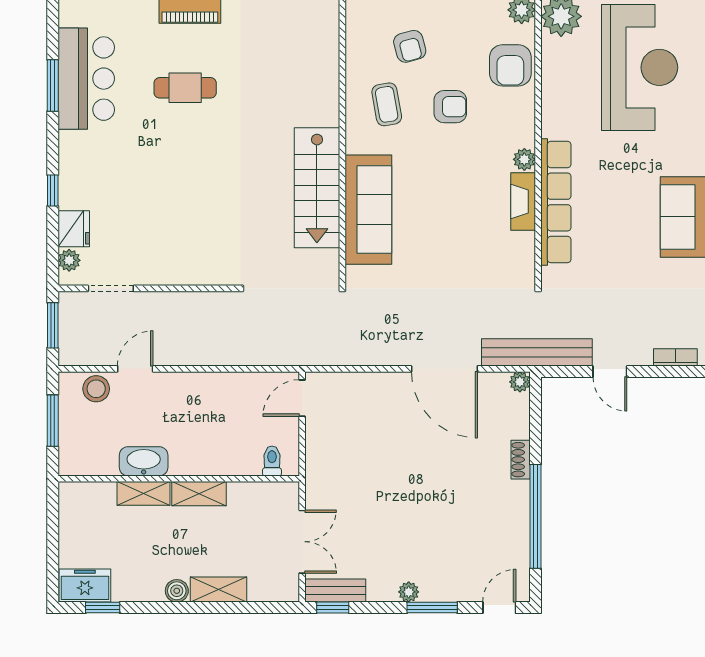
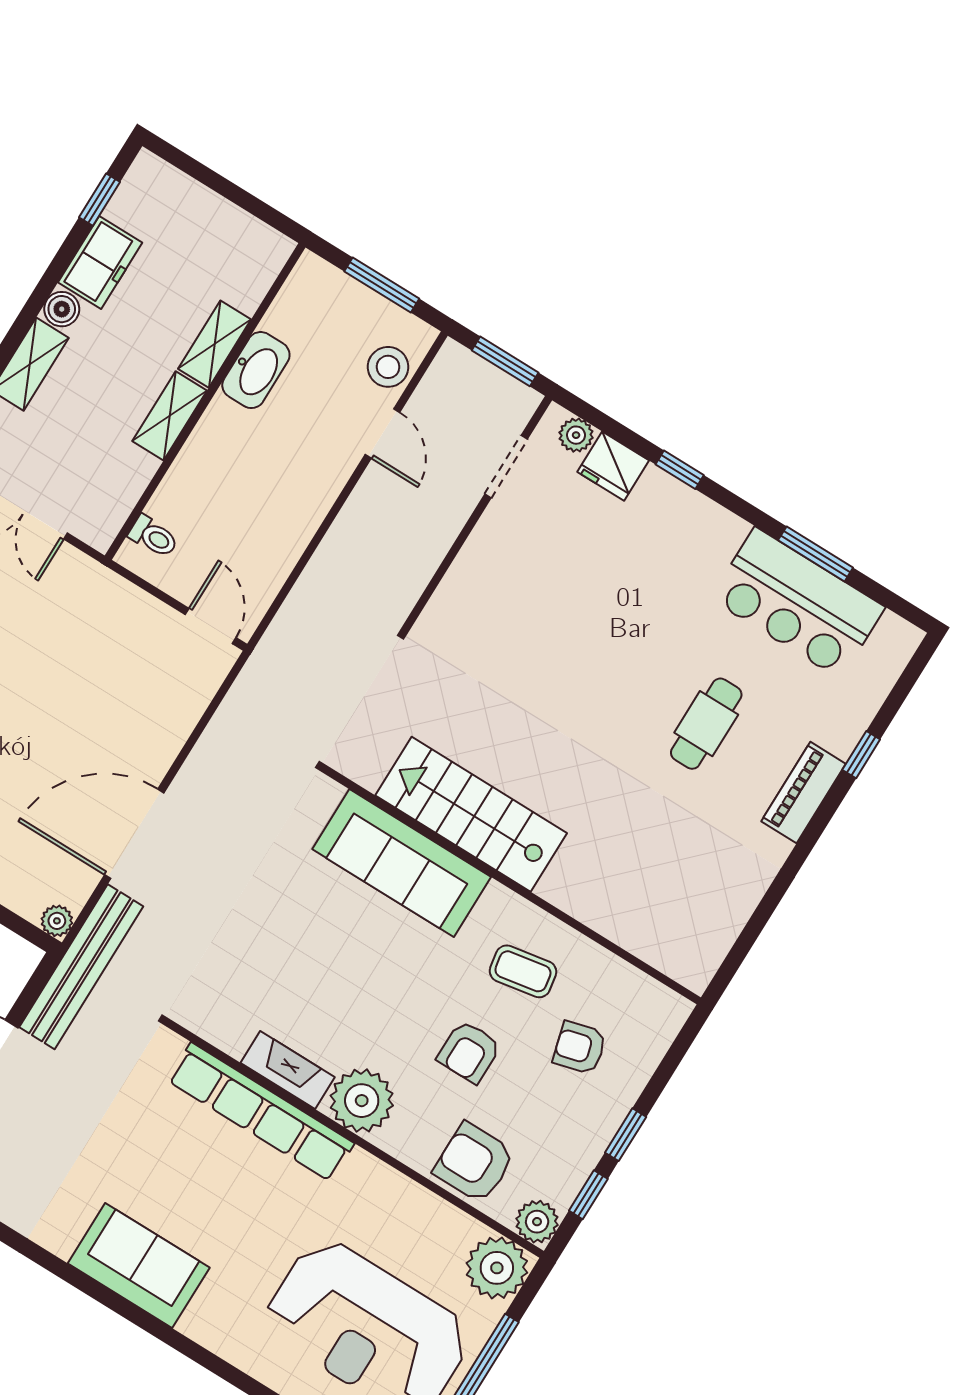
plant: (524, 159) -> (362, 1101), width x1.87, depth x1.87
freezer: (85, 585) -> (100, 263), moved

